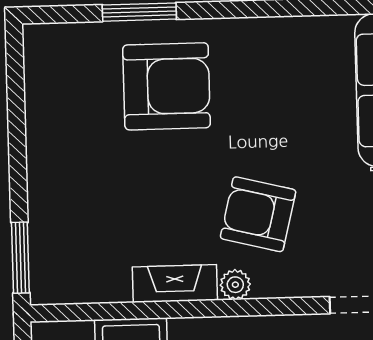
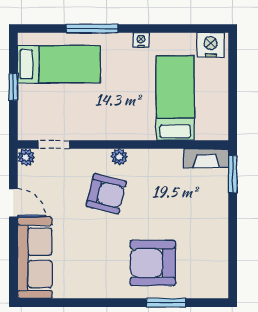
fireplace: (175, 284) -> (206, 158), moved

